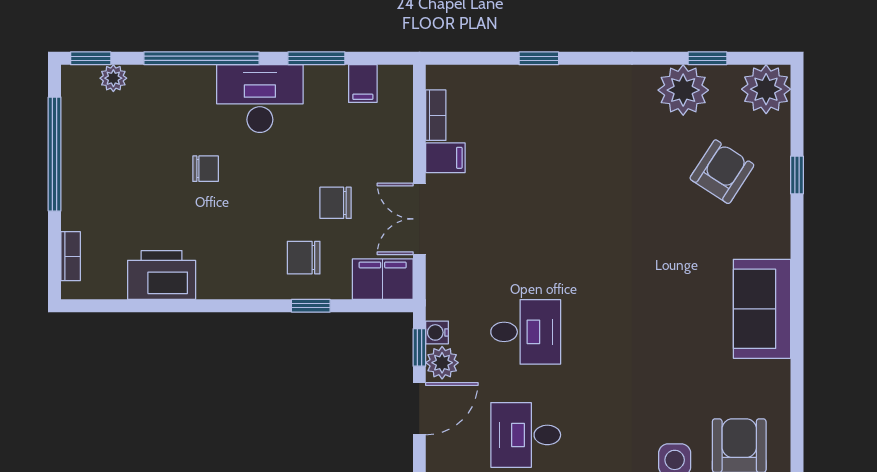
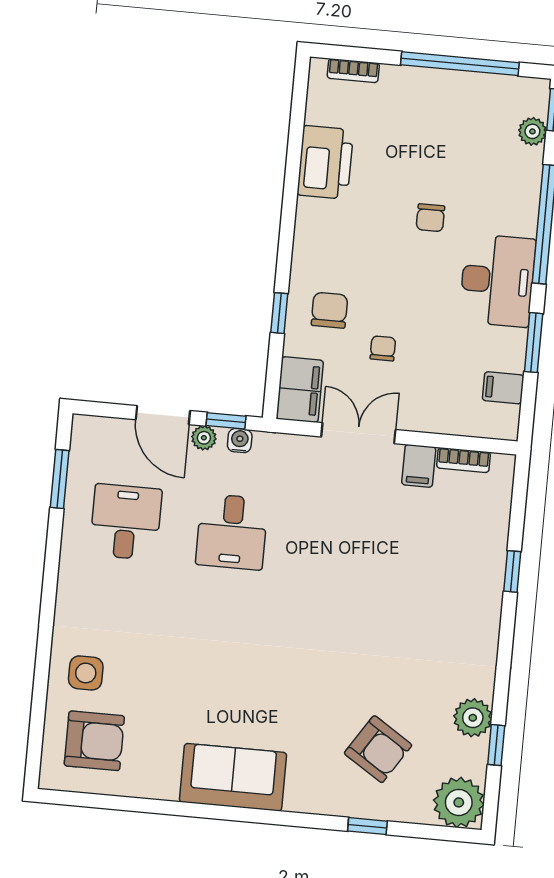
plant: (683, 90) -> (473, 718), width x0.73, depth x0.73
chair: (336, 203) -> (383, 348), width x0.73, depth x0.73
plant: (442, 363) -> (204, 438), width x0.73, depth x0.73

